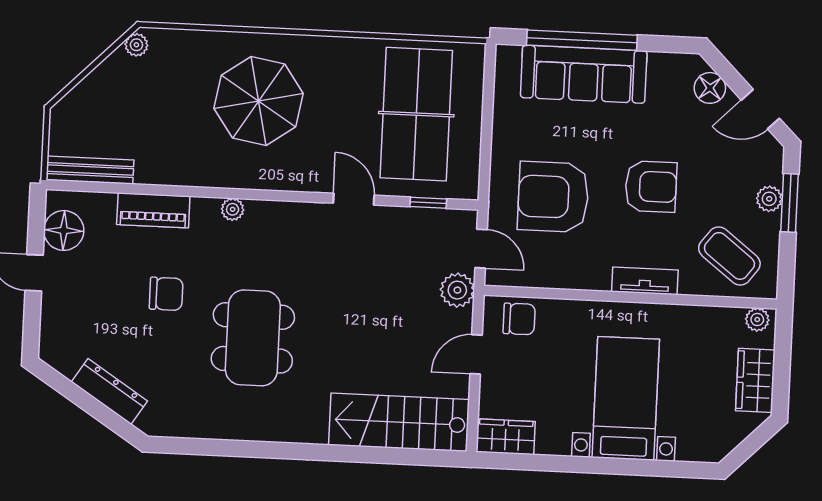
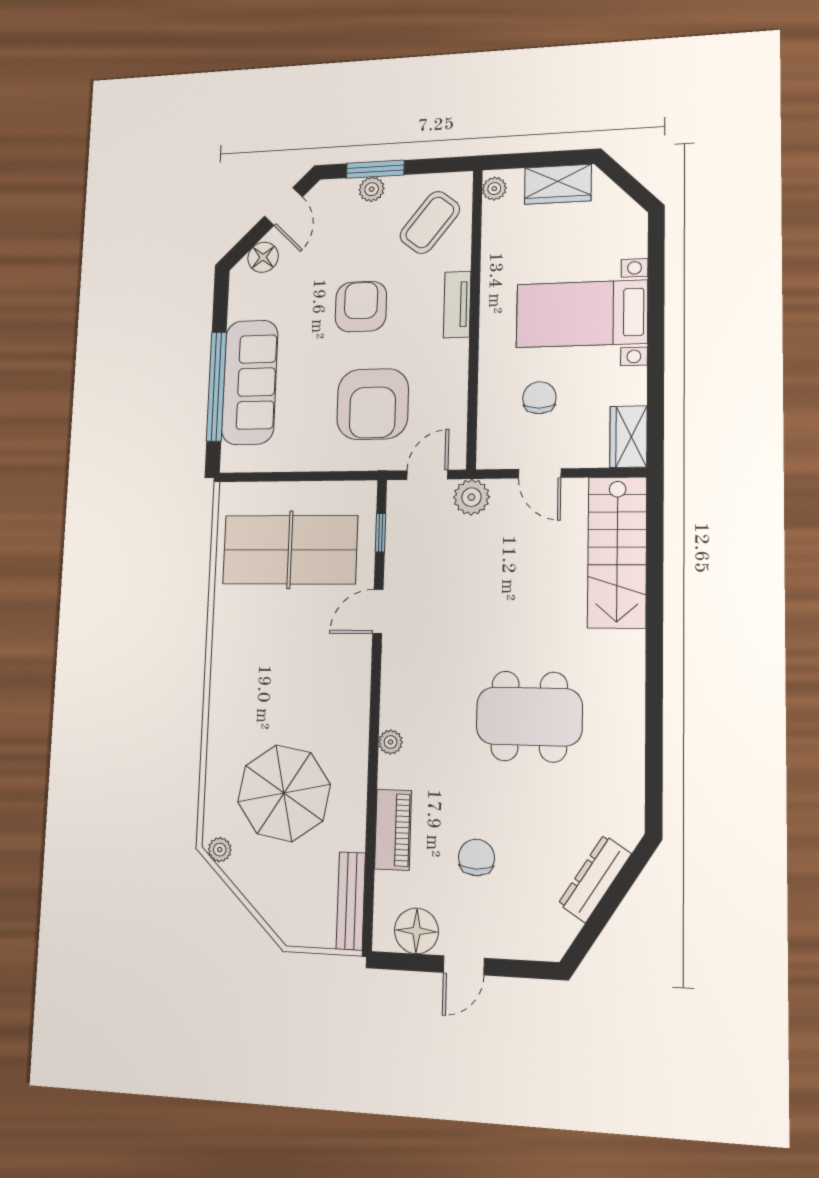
parasol: (259, 101) -> (284, 793), moved
chair: (166, 294) -> (476, 857), moved
chair: (519, 319) -> (539, 398), moved

